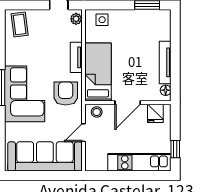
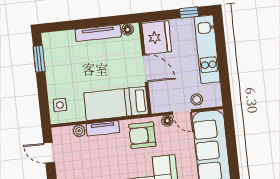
plant: (76, 19) -> (79, 131), moved
stool: (97, 112) -> (197, 99), moved
fridge: (155, 113) -> (157, 38), width x1.88, depth x1.34
floor lamp: (77, 118) -> (167, 121), added

